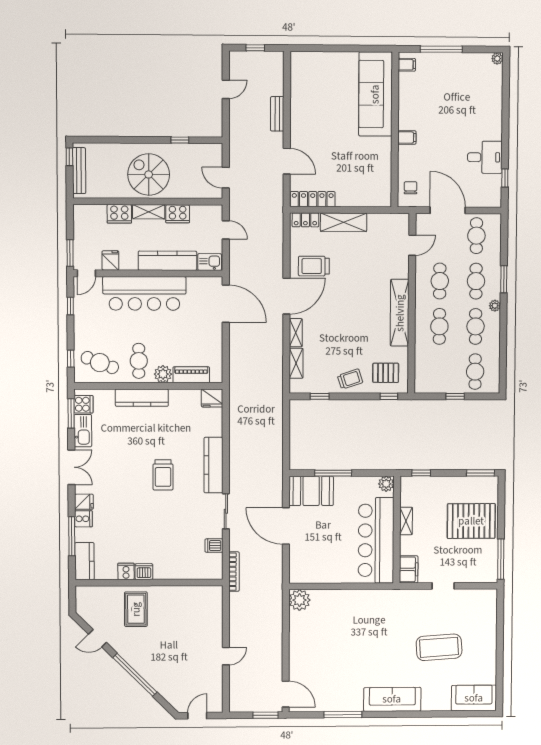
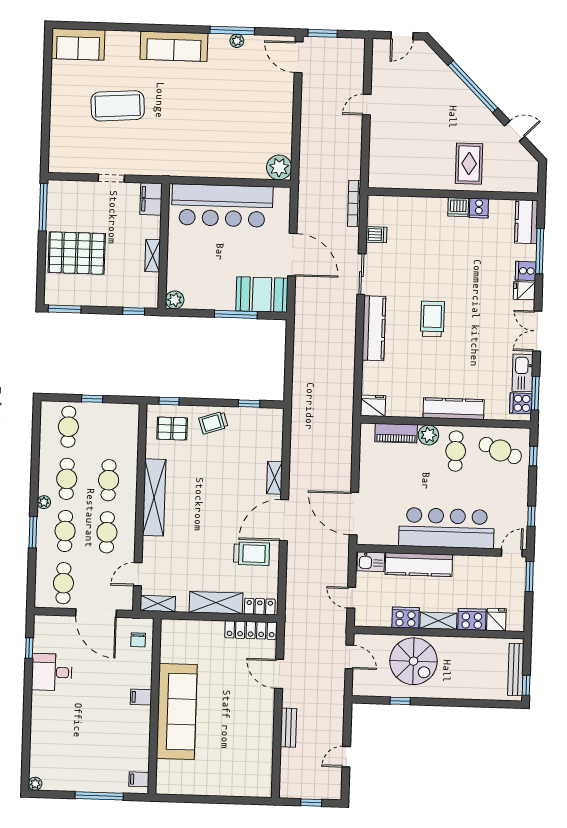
sofa: (375, 94) -> (177, 711), moved
spiral stairs: (149, 174) -> (413, 661), moved
fridge: (110, 260) -> (496, 620), moved, turned 180
shelving: (296, 363) -> (158, 604), moved, turned 90
bar counter: (376, 540) -> (222, 206), moved, turned 90
plant: (339, 706) -> (237, 41), added

